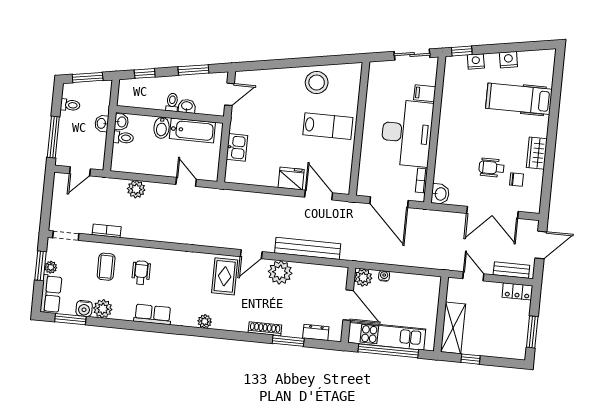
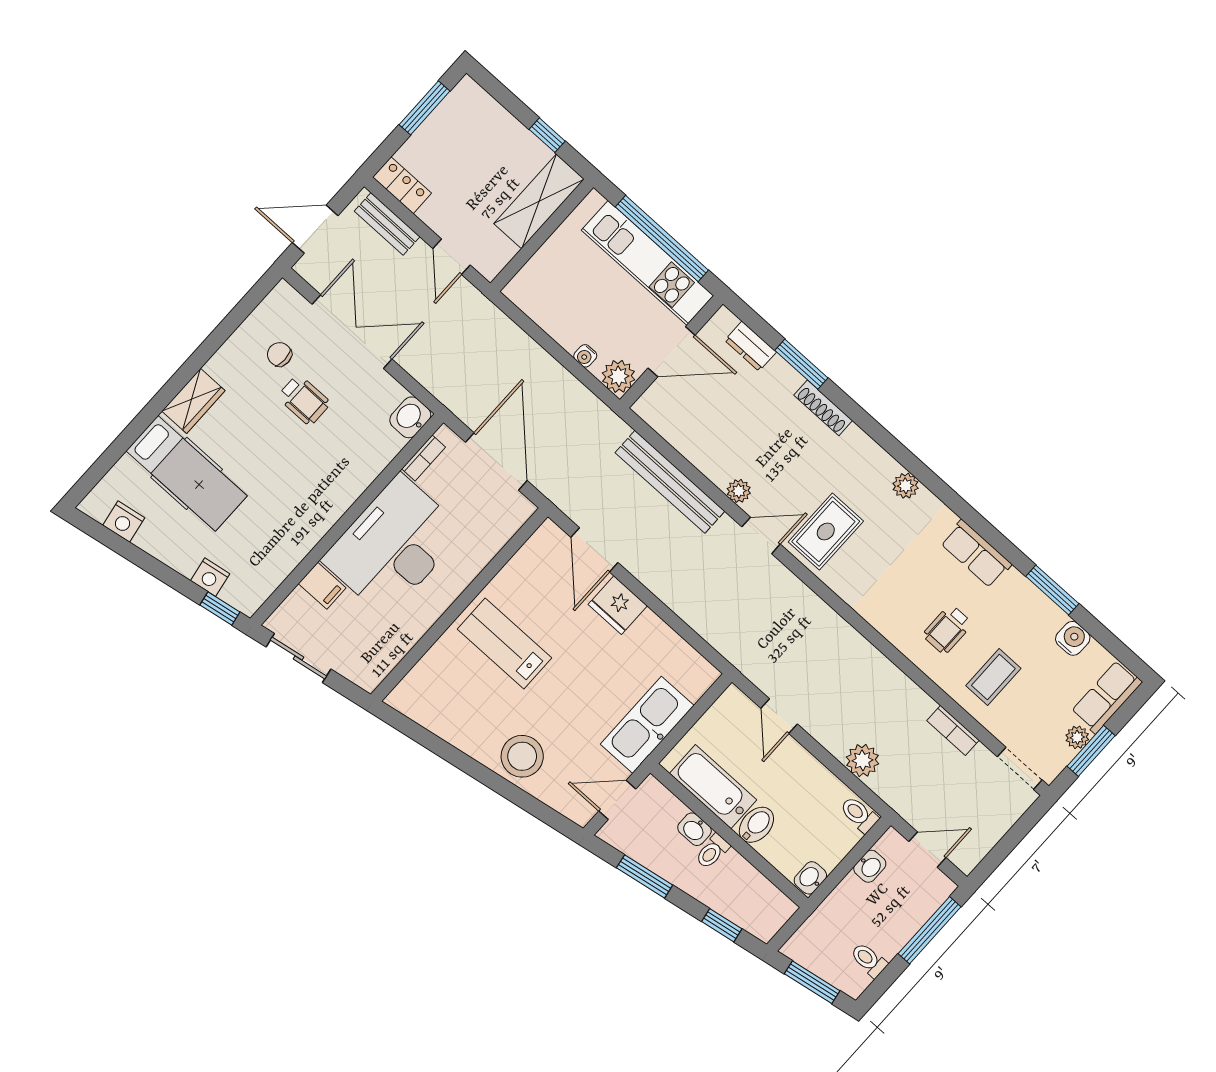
nightstand: (508, 60) -> (124, 522), moved
stool: (317, 82) -> (522, 756), moved
washbasin: (102, 123) -> (870, 866), moved
toilet: (123, 138) -> (859, 814), moved
kitchen sink: (237, 147) -> (647, 725), width x1.88, depth x1.24
wardrobe: (537, 153) -> (193, 401), moved
plant: (280, 272) -> (739, 491), width x0.53, depth x0.53
door: (348, 305) -> (672, 352), swing flipped
plant: (103, 309) -> (1045, 617), removed
window: (70, 319) -> (1052, 590), moved

